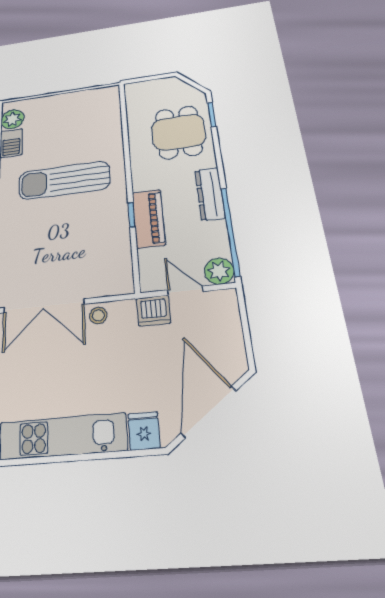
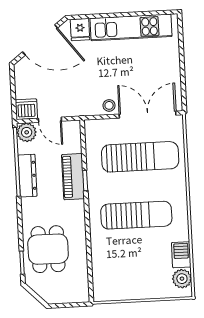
dresser: (210, 194) -> (28, 176), moved
sun lounger: (56, 250) -> (140, 157), added
dishwasher: (153, 311) -> (26, 109), moved
door: (209, 412) -> (40, 40), hinge flipped

